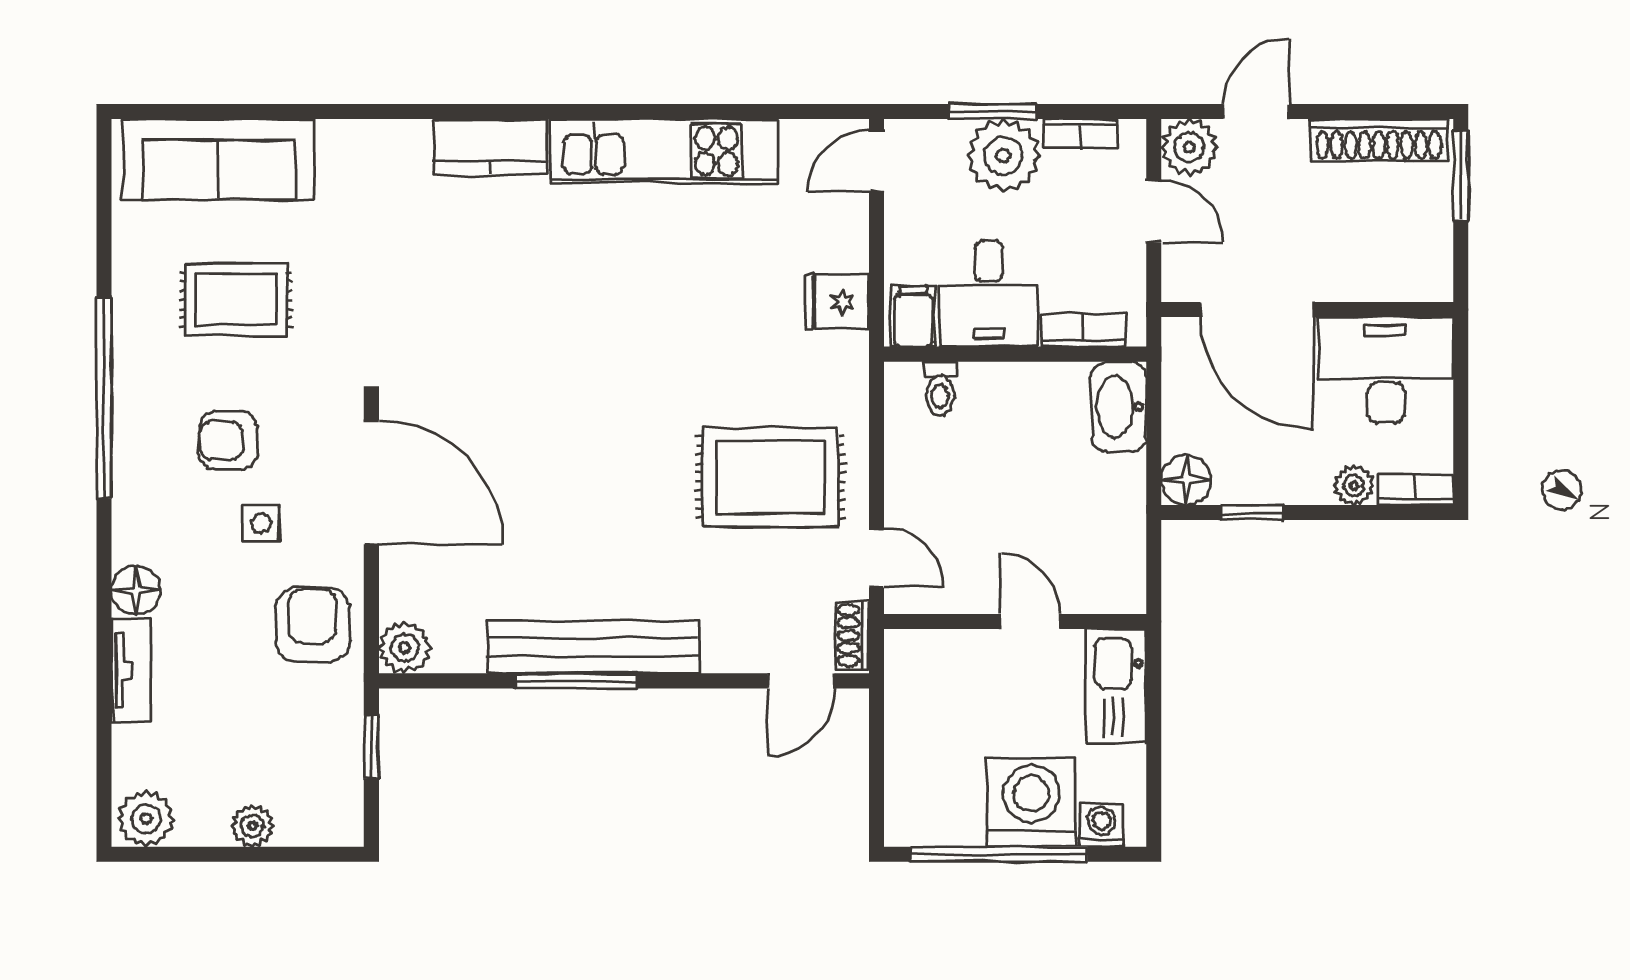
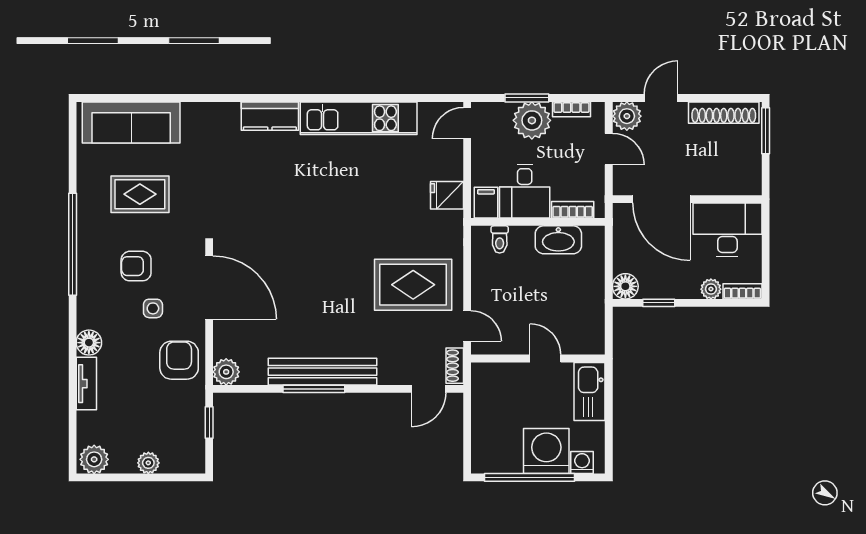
washbasin: (1119, 407) -> (558, 240), moved, turned -90

